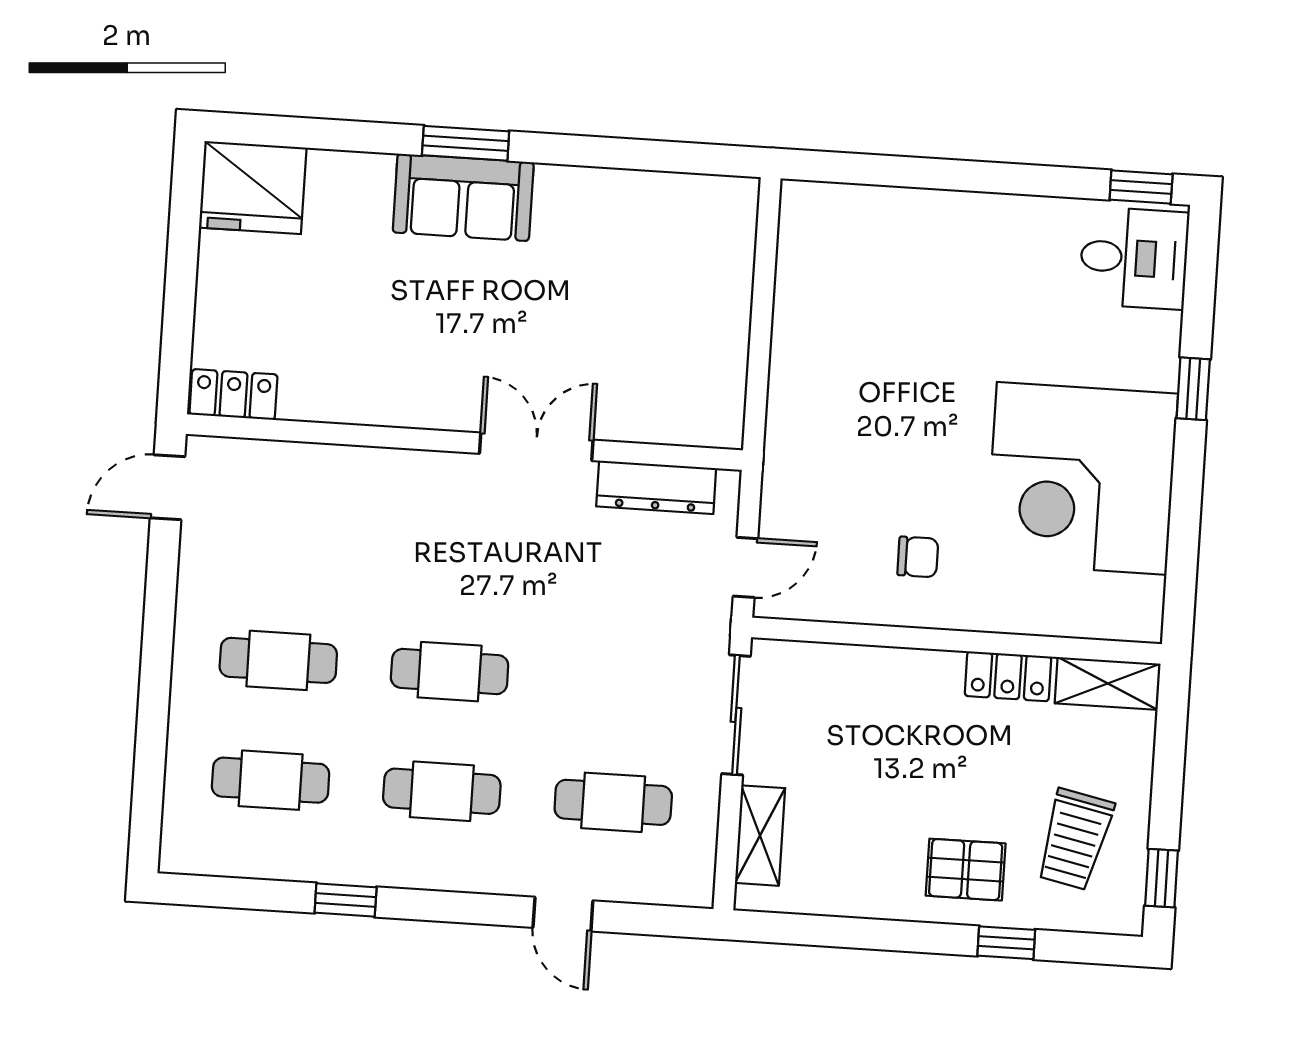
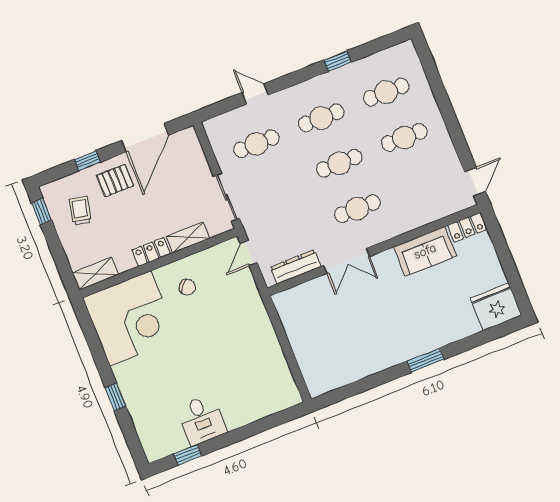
window: (1141, 187) -> (188, 455), moved
sofa: (463, 197) -> (425, 251), moved, turned 180
desk: (1134, 258) -> (202, 420), moved, turned -90
corner desk: (1082, 478) -> (130, 318), moved, turned 90
cafe table: (457, 552) -> (357, 209), added
chair: (918, 557) -> (187, 287), turned -140
locker: (1008, 676) -> (151, 252), moved
shelving: (760, 836) -> (188, 237), moved, turned 90
trolley: (1075, 839) -> (80, 211), width x0.73, depth x0.72
door: (854, 933) -> (145, 138), added

